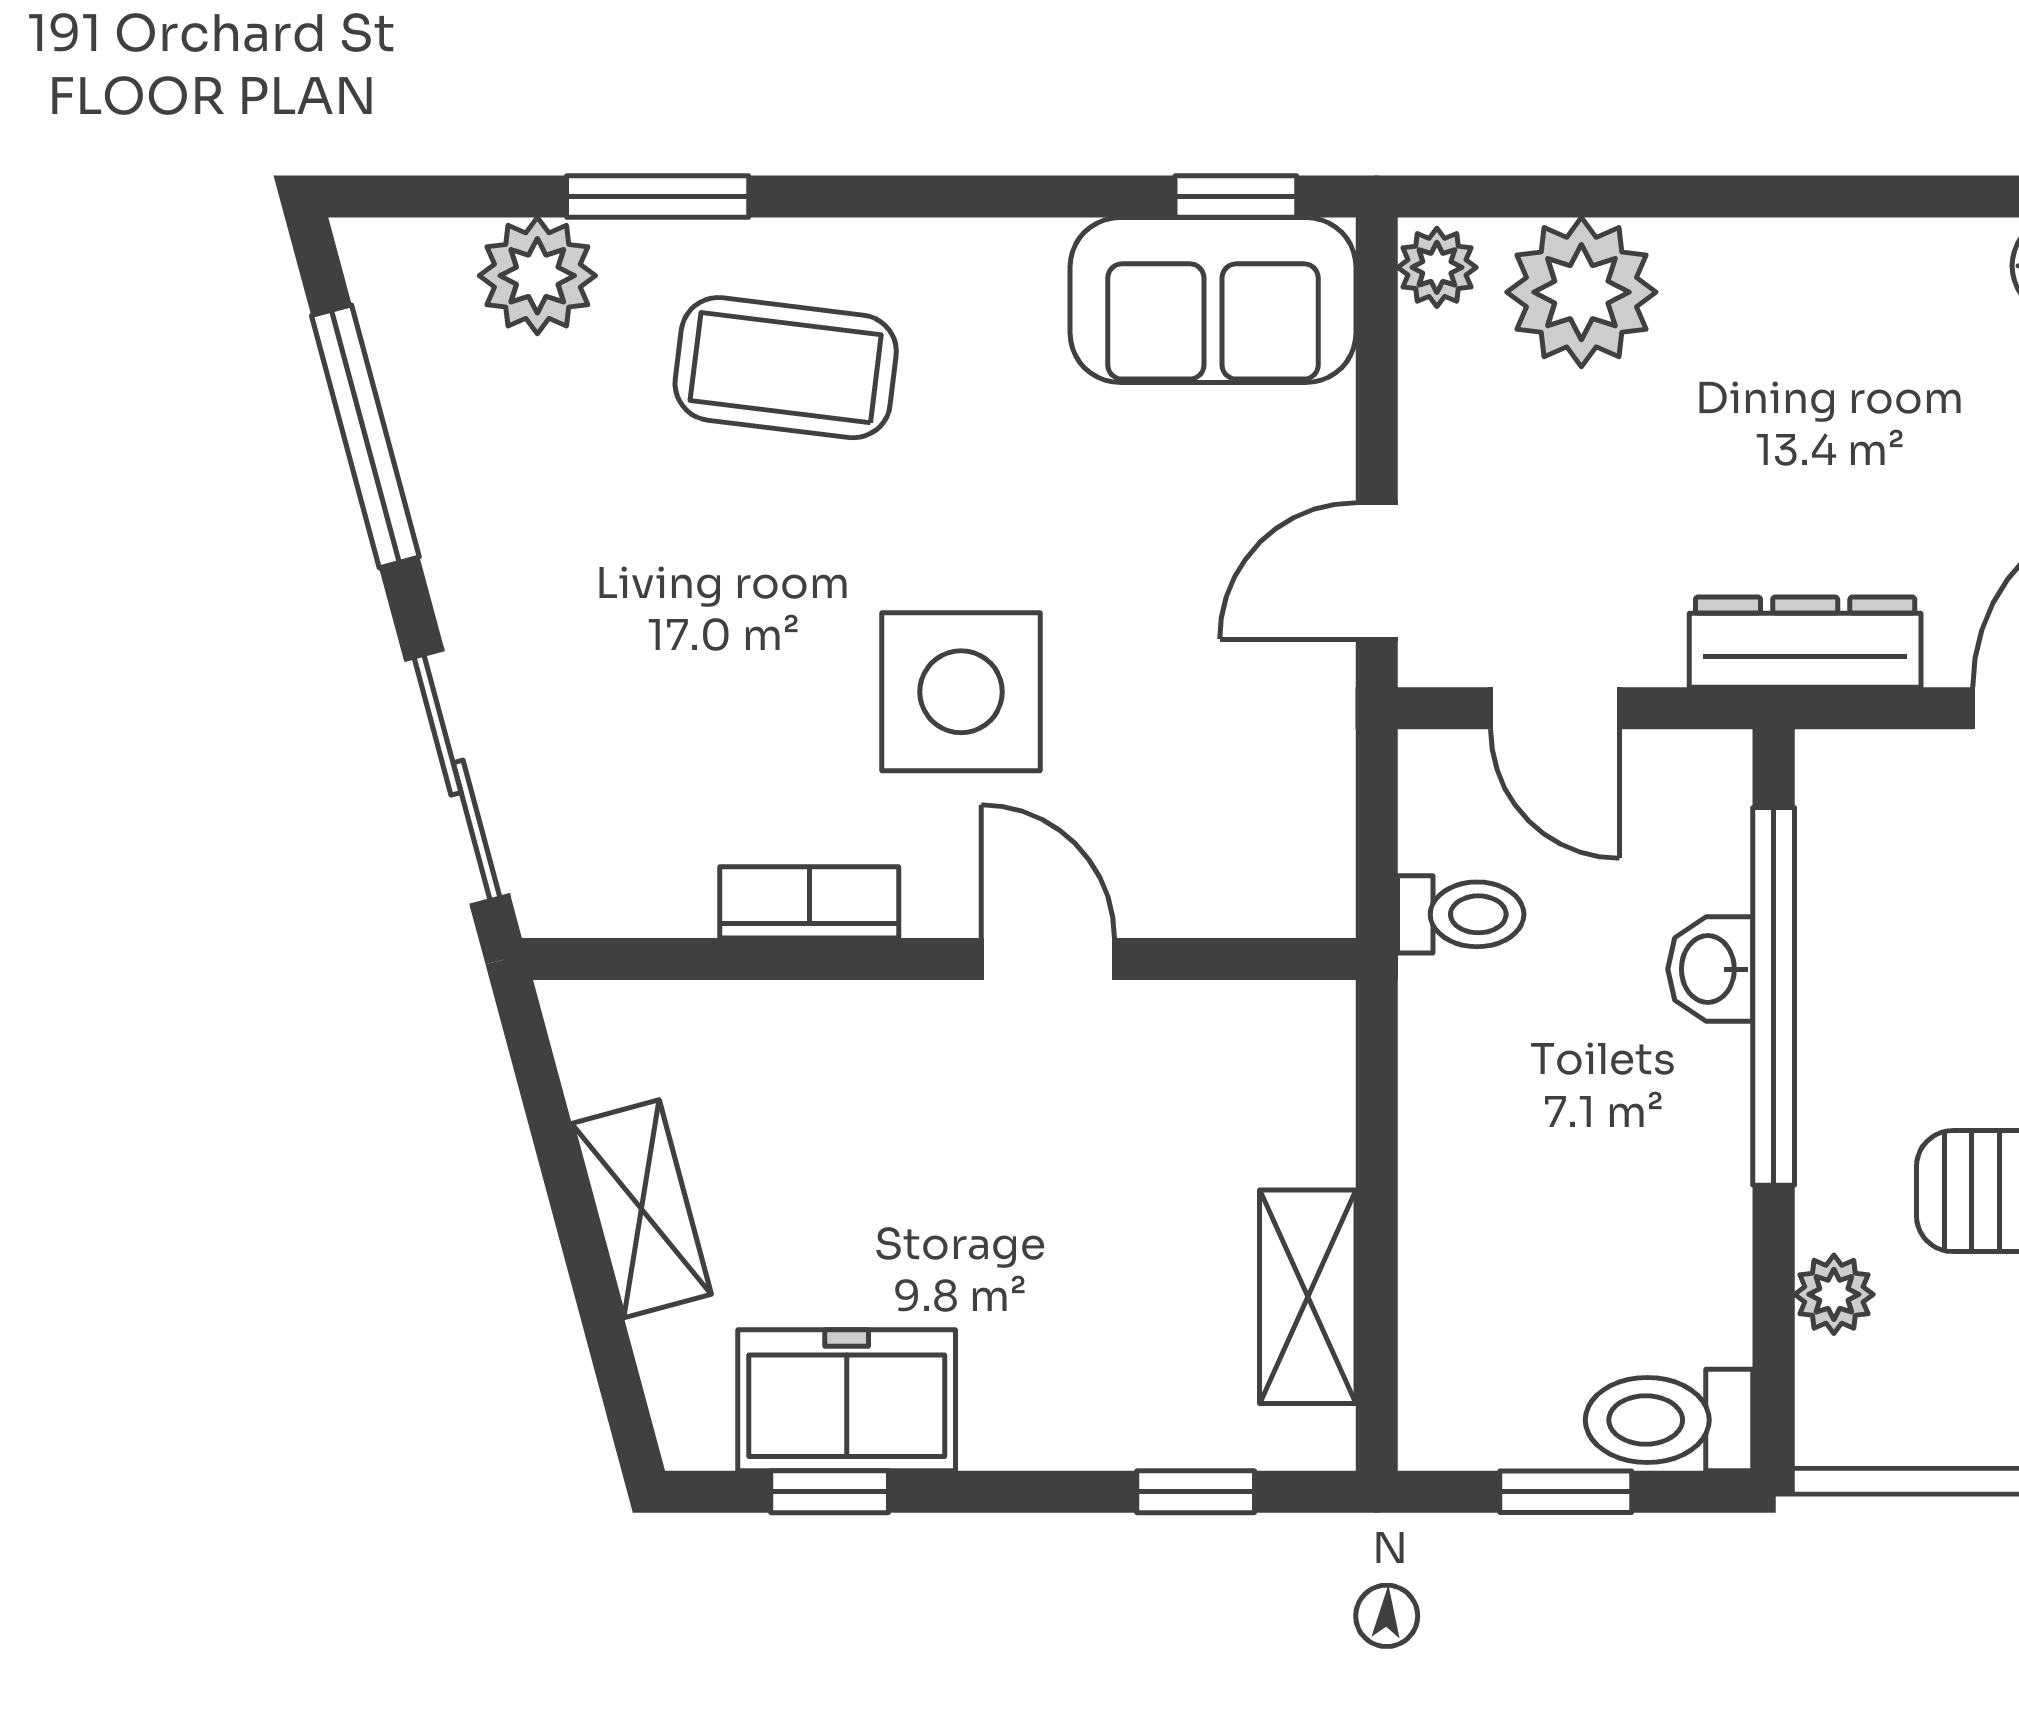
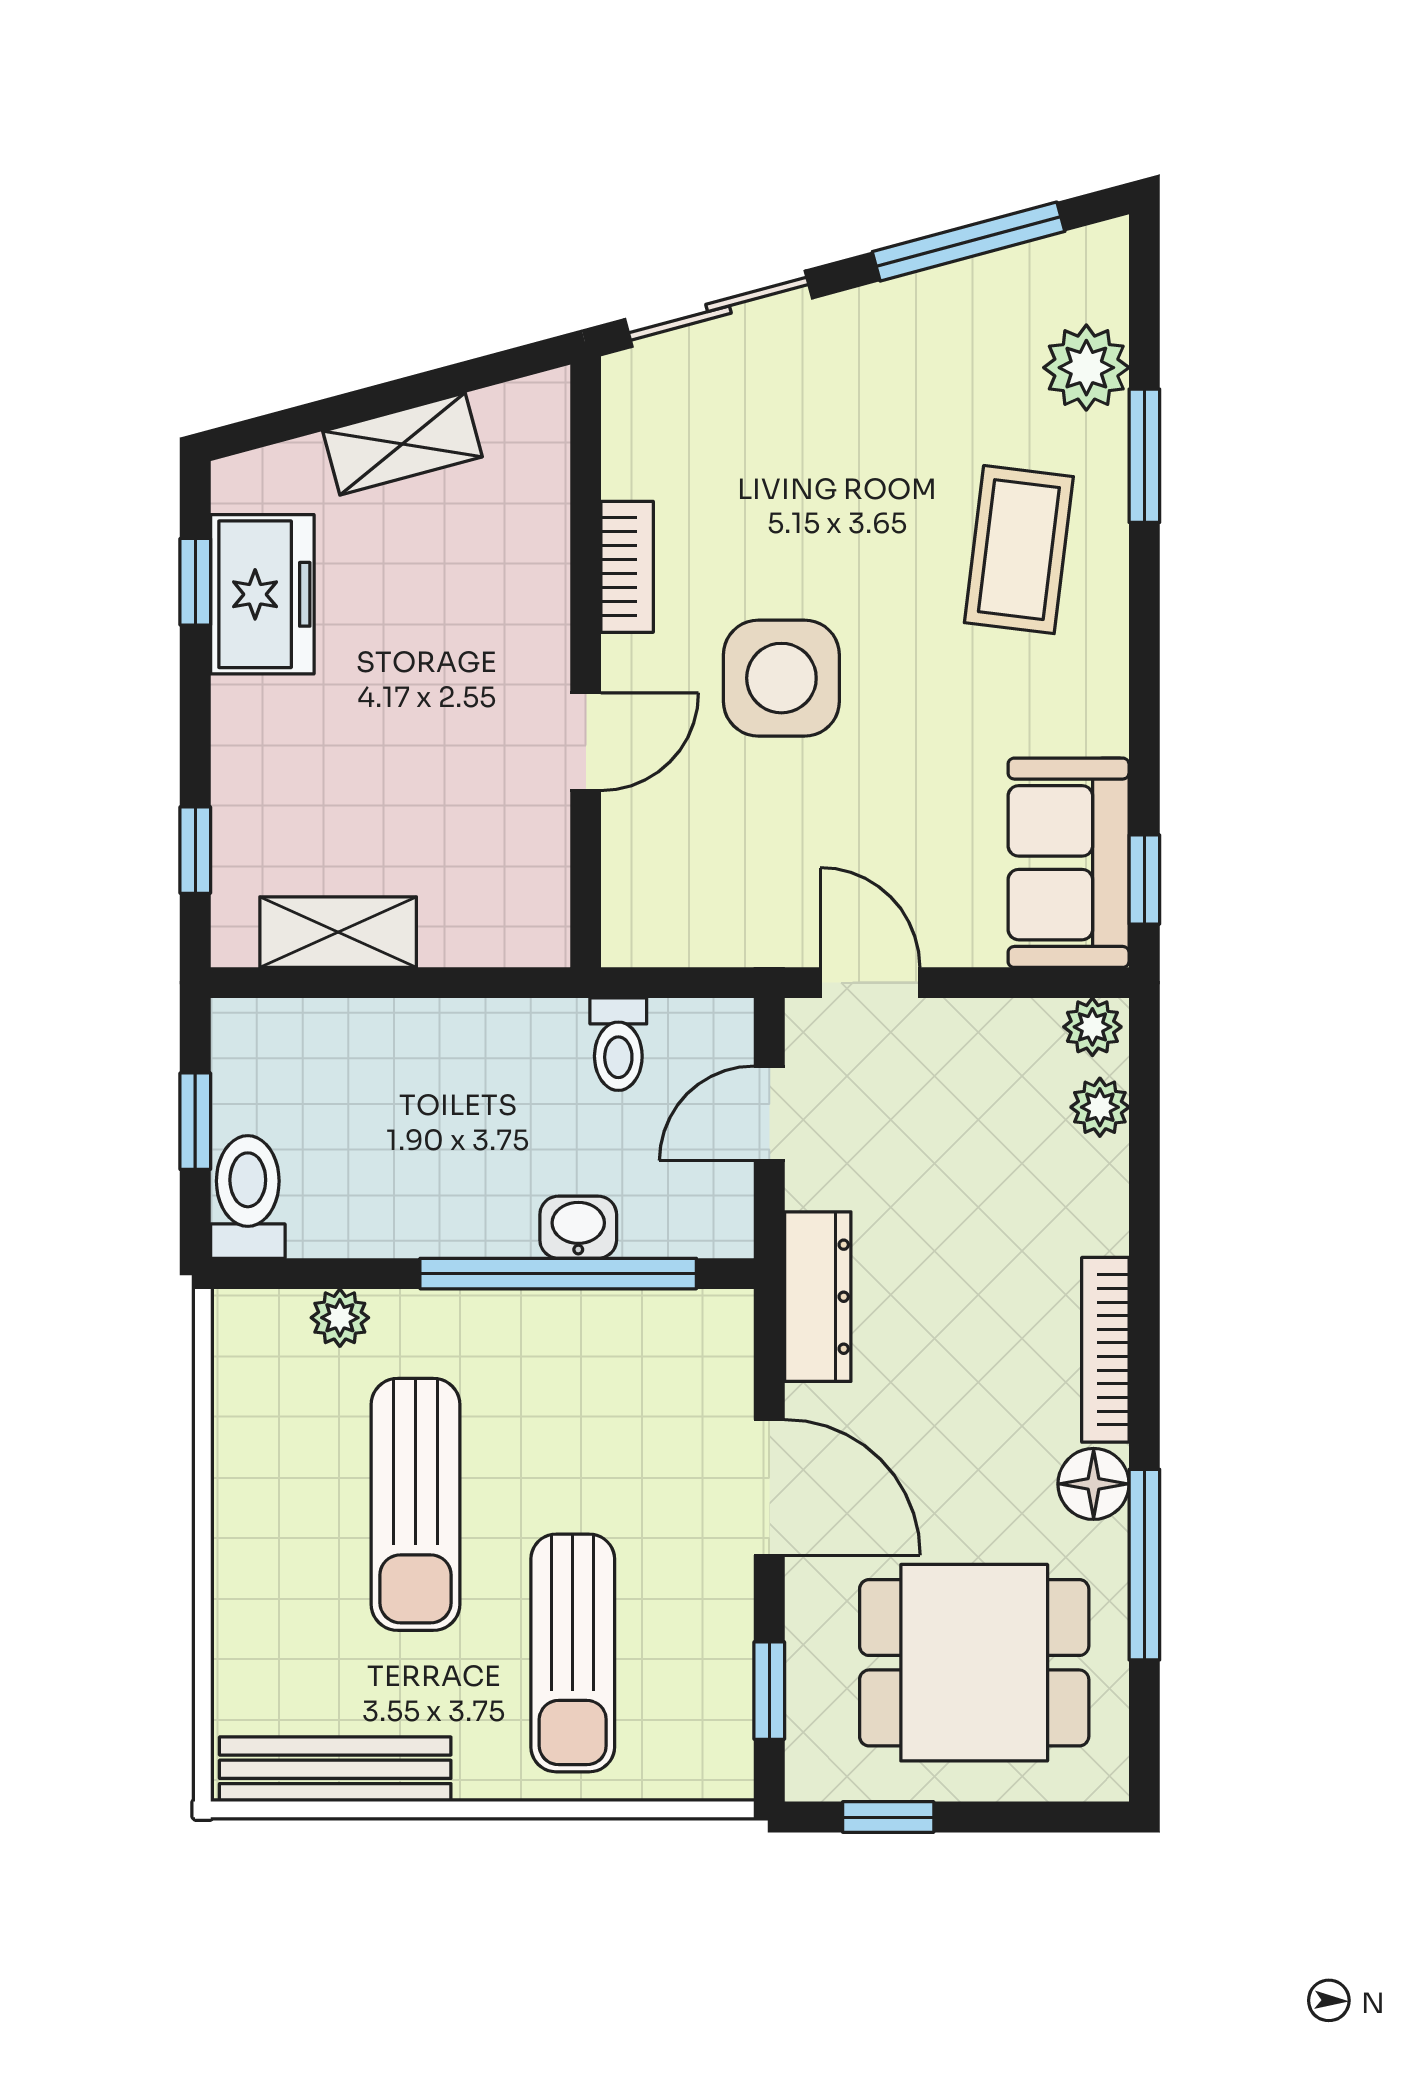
bookcase: (1878, 250) -> (1105, 1350), added
plant: (1581, 292) -> (1100, 1107), width x0.53, depth x0.53

